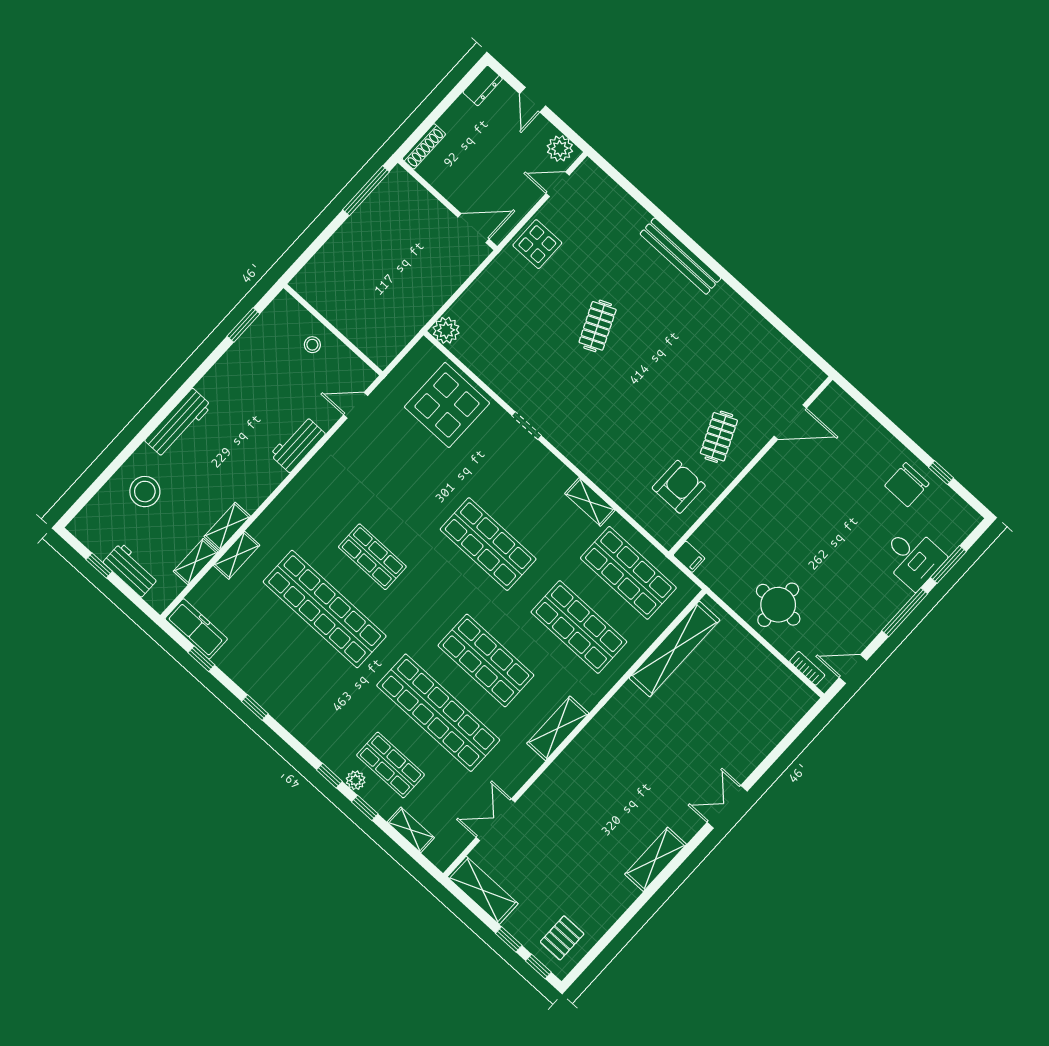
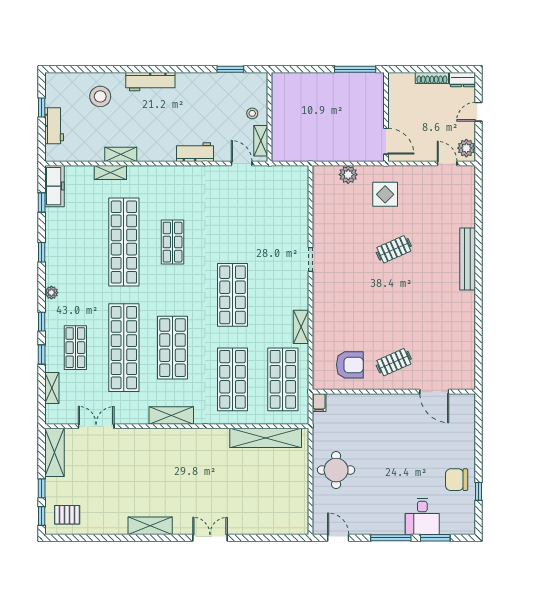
shoe rack: (424, 146) -> (432, 78), moved
display table: (537, 244) -> (385, 194), moved
plant: (446, 330) -> (348, 175), moved
display table: (447, 405) -> (284, 210), removed
shelving: (196, 562) -> (261, 141), moved, turned 90
bookcase: (807, 668) -> (317, 514), removed
plant: (356, 780) -> (51, 293), moved

